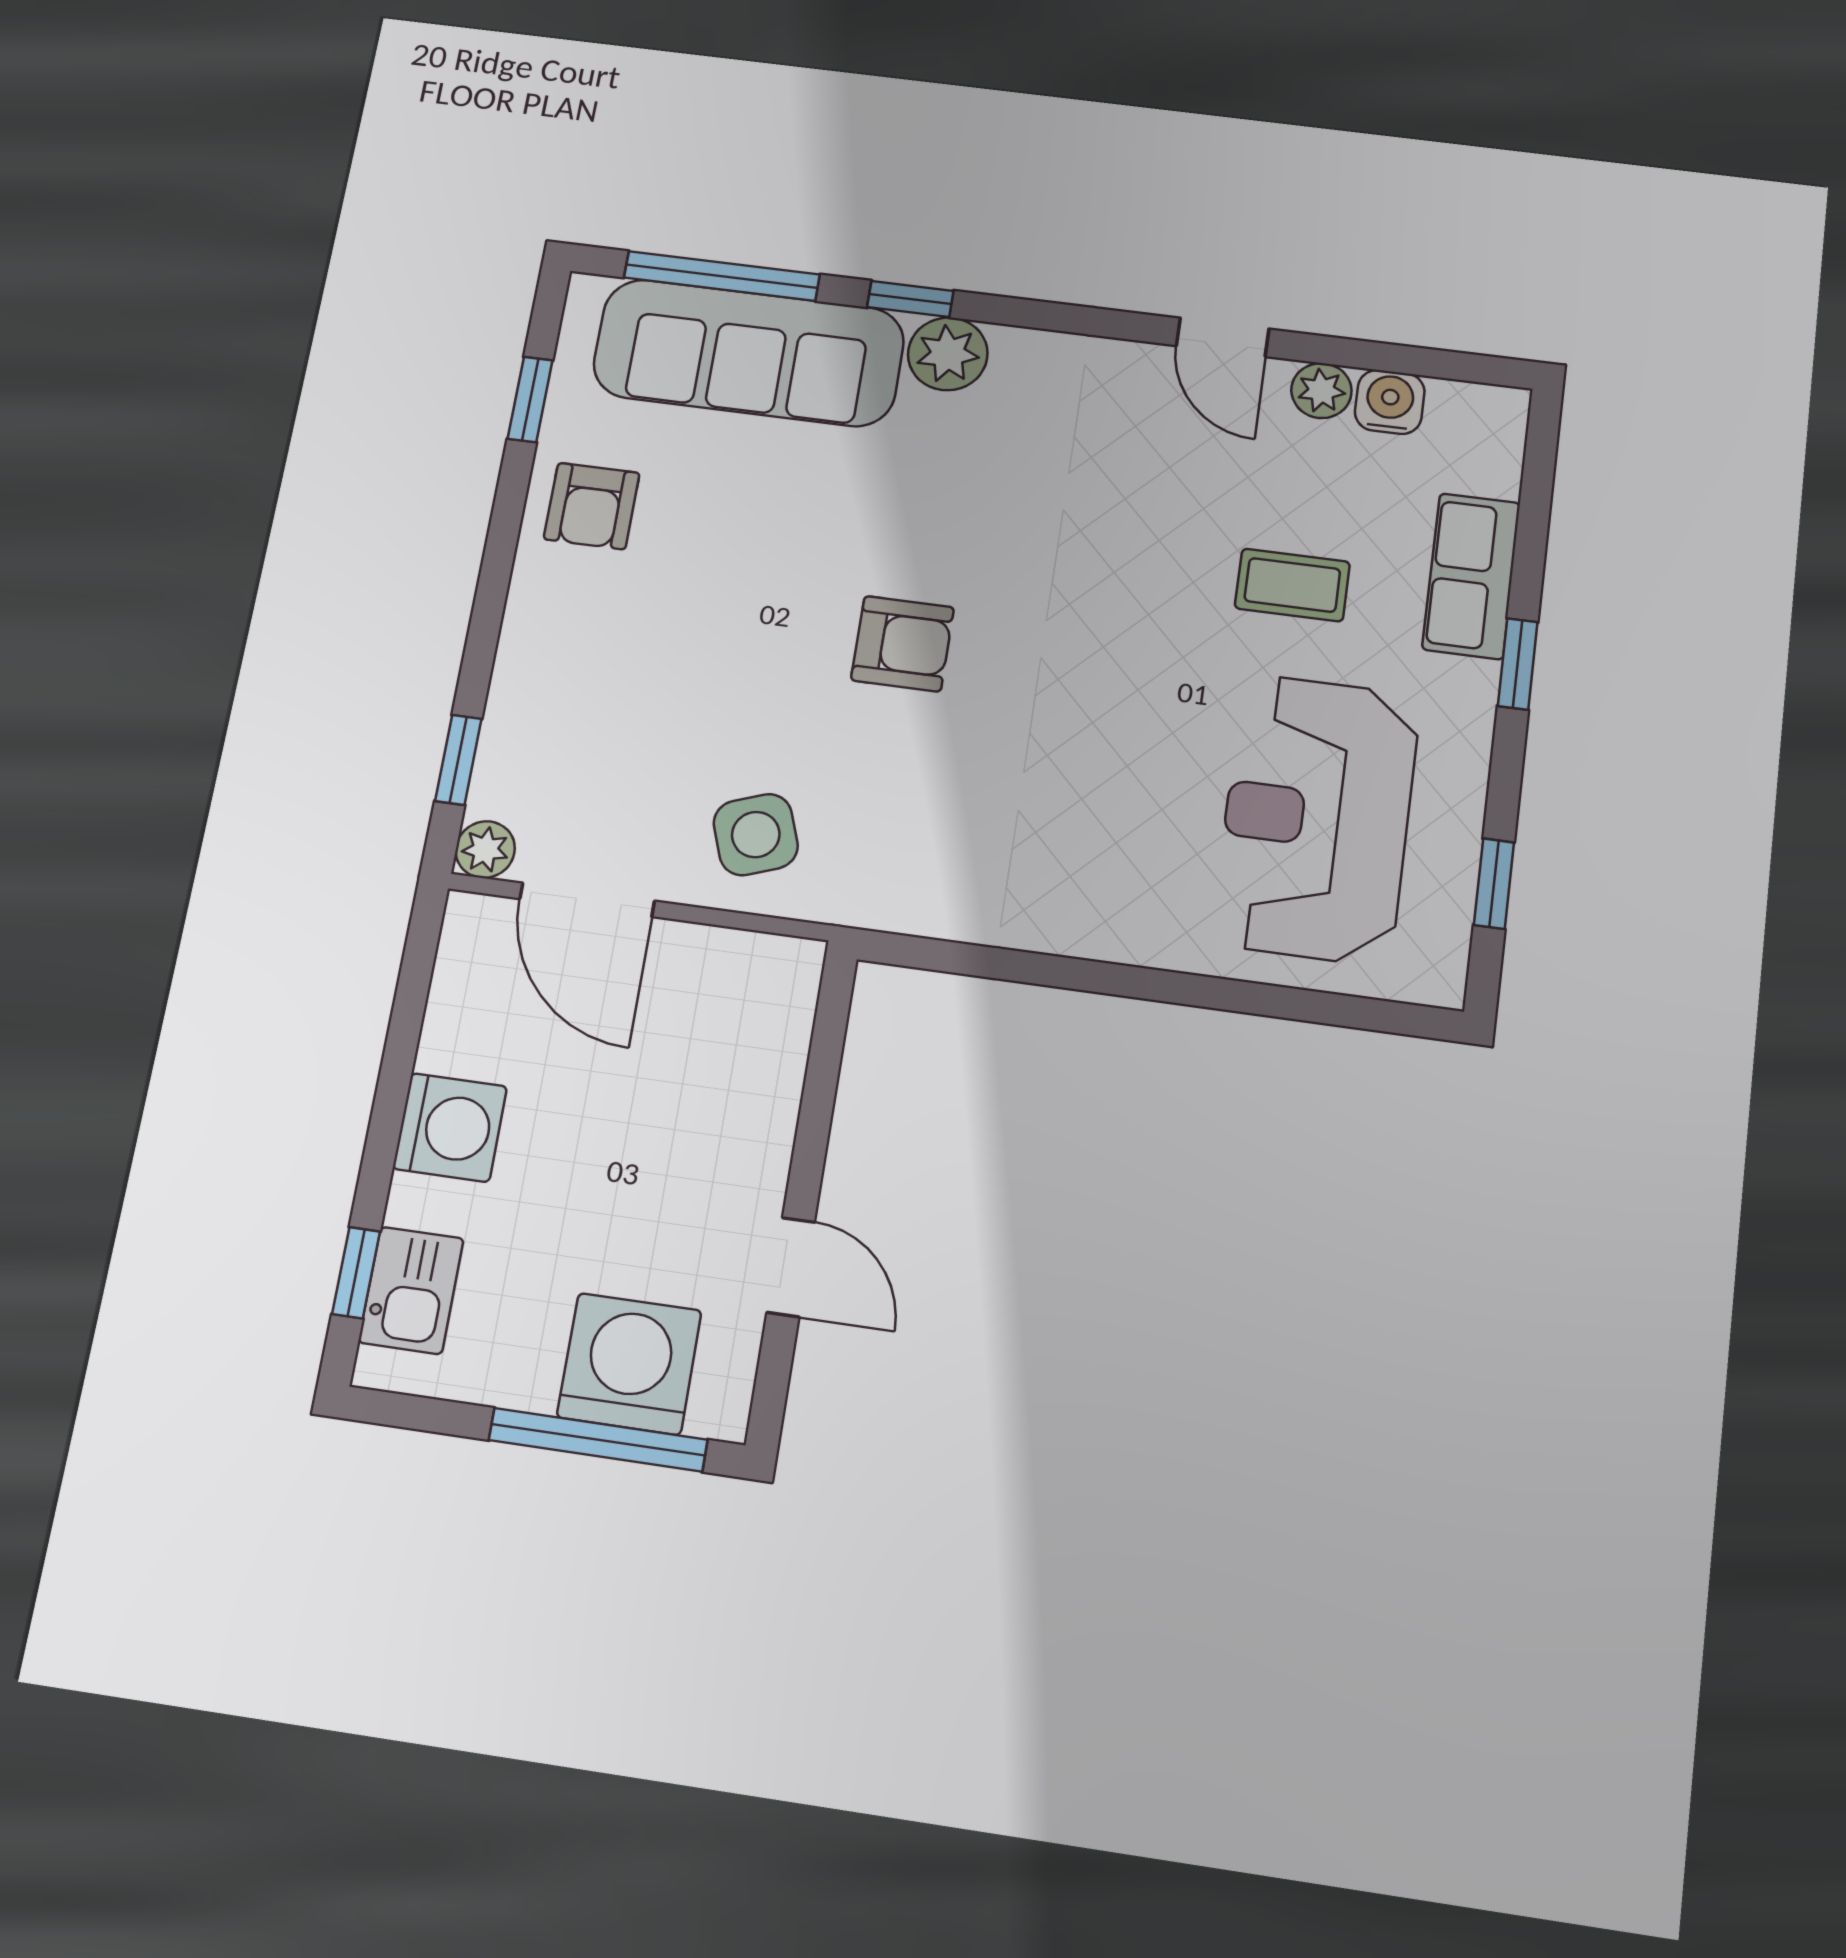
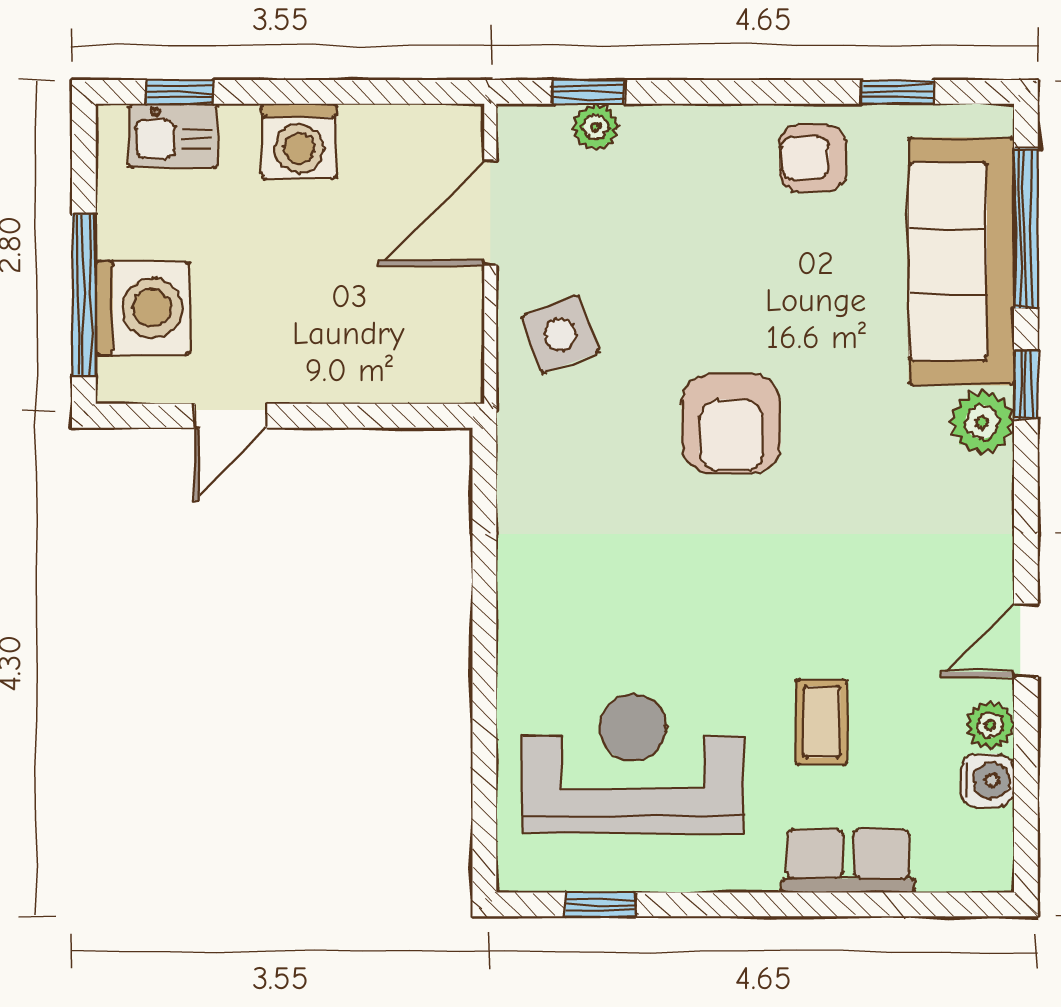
armchair: (902, 644) -> (731, 423), width x1.38, depth x1.38
window: (1518, 664) -> (780, 904), removed
plant: (485, 850) -> (596, 127), moved

